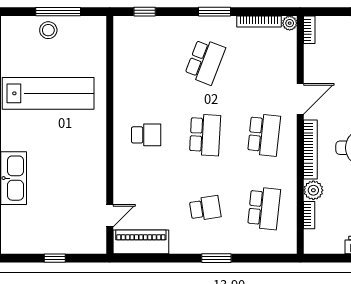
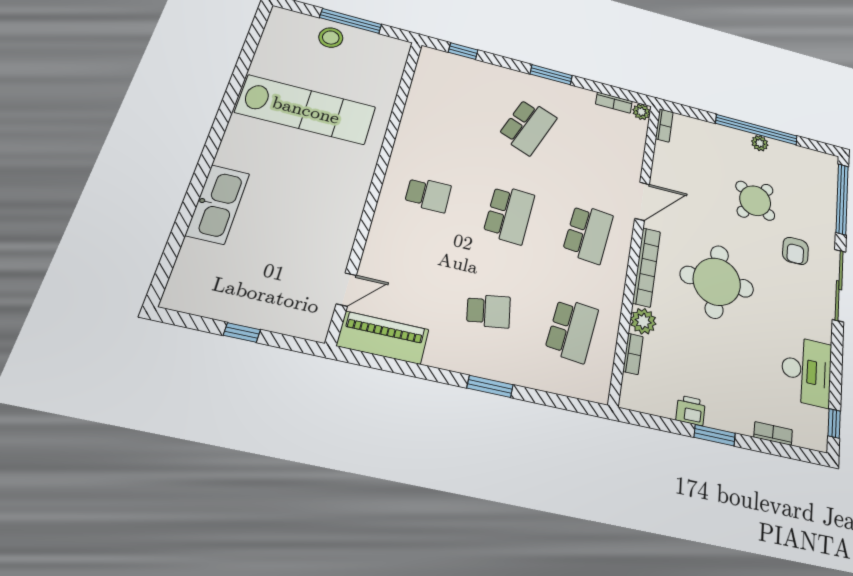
bookcase: (259, 22) -> (614, 103), width x0.64

